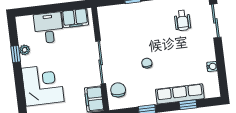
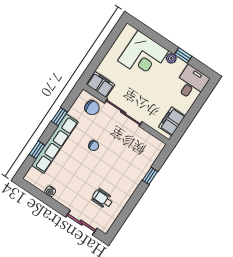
desk: (49, 28) -> (191, 83), moved, turned -90
plant: (25, 50) -> (171, 58), moved
row of seats: (180, 94) -> (55, 144), width x1.36

